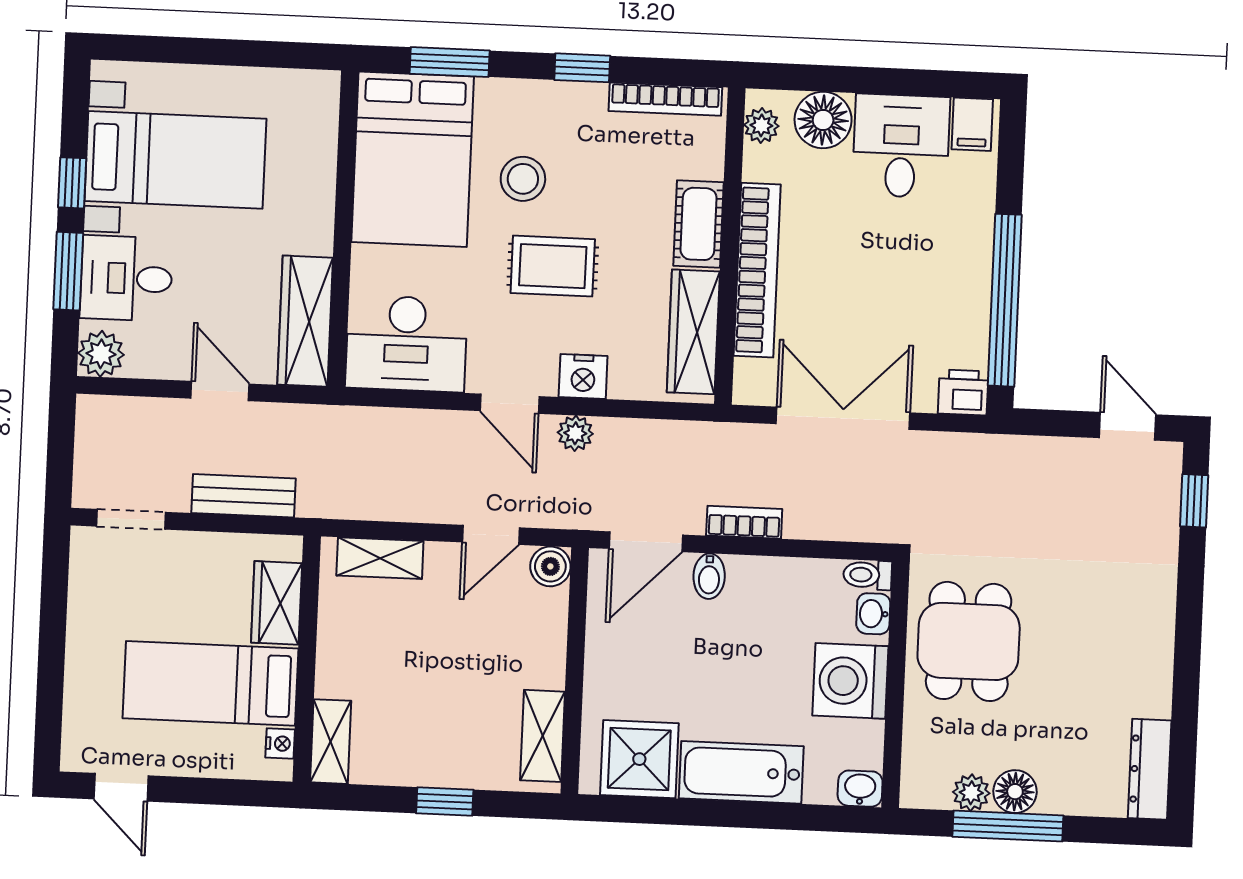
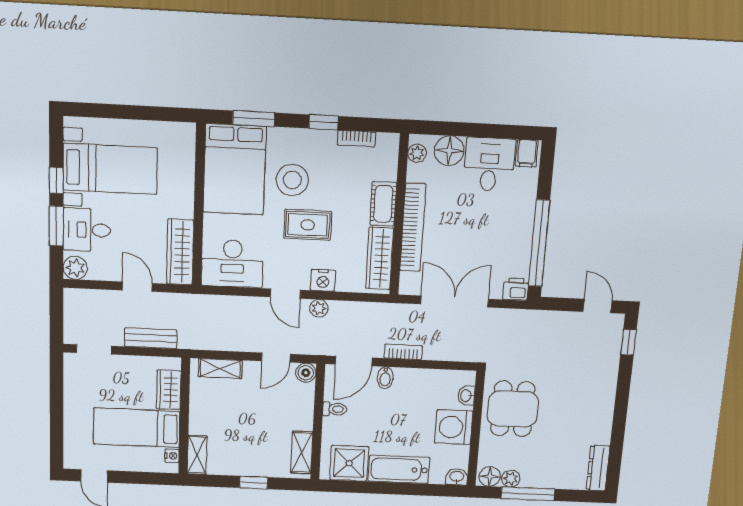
bookcase: (665, 99) -> (357, 138), width x0.64
stool: (523, 179) -> (292, 180), width x1.38, depth x1.38
toilet: (868, 575) -> (335, 409), moved, turned 180
floor lamp: (1015, 792) -> (490, 476), moved

